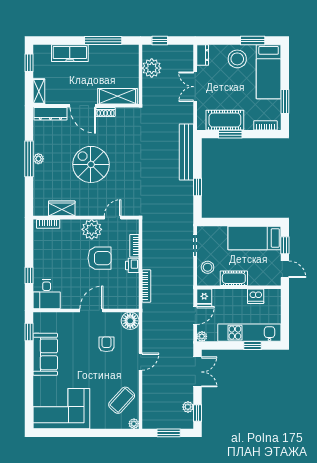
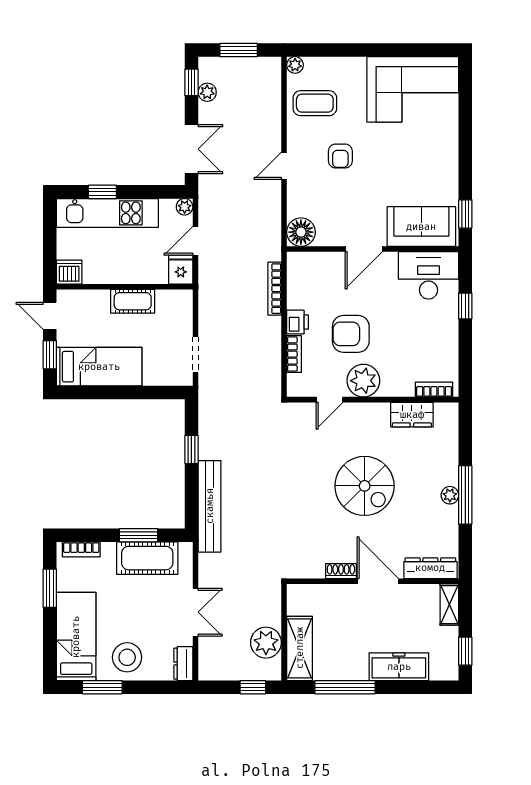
shelving: (117, 96) -> (300, 648), moved, turned 90
stool: (208, 267) -> (175, 319), removed
desk: (47, 294) -> (428, 275), width x1.37
dishwasher: (256, 296) -> (69, 272), moved
armchair: (106, 344) -> (340, 156), moved
sofa: (45, 354) -> (421, 227), moved, turned 90
double door: (198, 372) -> (191, 149), swing flipped
coffee table: (122, 400) -> (315, 103), turned 48

